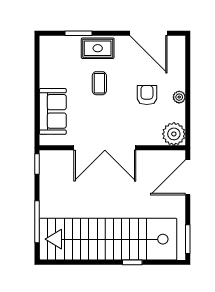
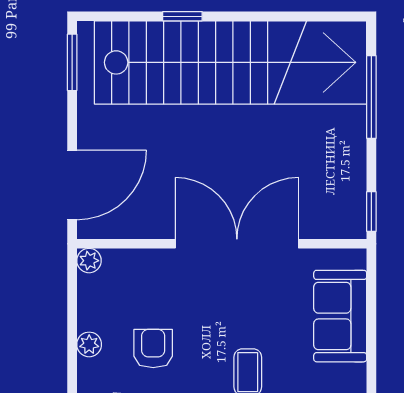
armchair: (147, 95) -> (153, 349), turned 180
plant: (174, 134) -> (89, 261), width x0.53, depth x0.53

